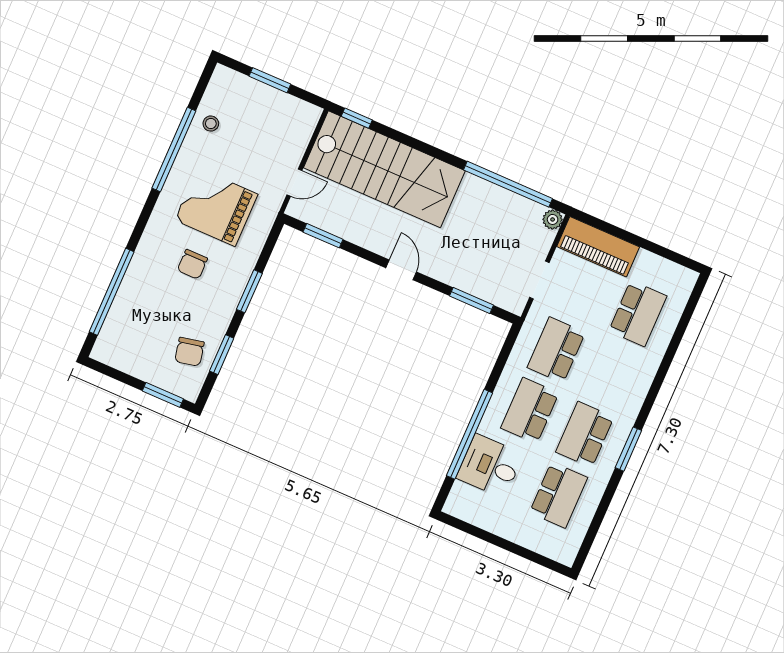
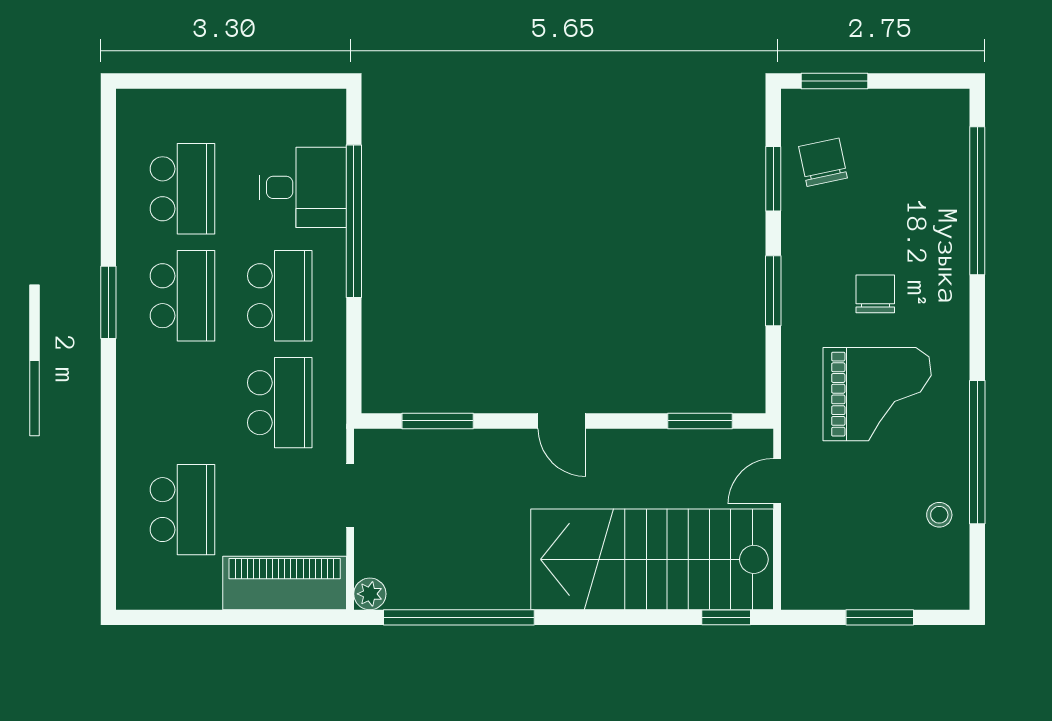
school desk: (638, 314) -> (182, 510), turned 180
school desk: (558, 495) -> (182, 189), turned 180

